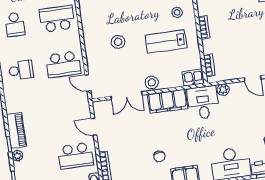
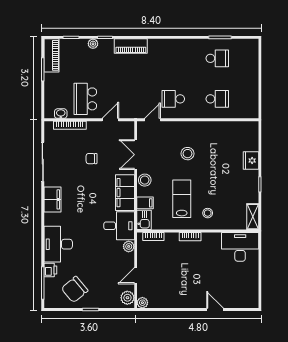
school desk: (57, 19) -> (217, 99), width x0.54
school desk: (15, 24) -> (217, 58), turned 180
school desk: (63, 64) -> (173, 99), width x0.54
school desk: (21, 70) -> (173, 58), removed
filing cabinet: (175, 79) -> (145, 203), added
piano: (16, 131) -> (131, 46), moved
chair: (159, 156) -> (91, 159), moved

